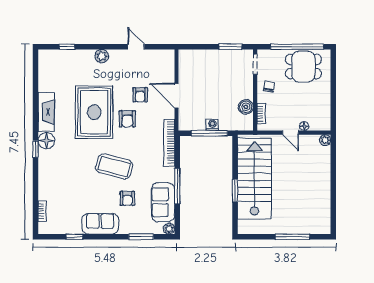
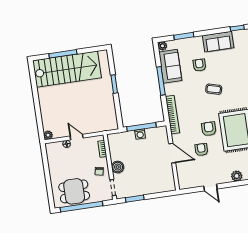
boiler: (246, 107) -> (118, 167), moved
coffee table: (114, 166) -> (214, 89), width x0.54, depth x0.58
stairs: (254, 179) -> (67, 69), moved, turned -90

